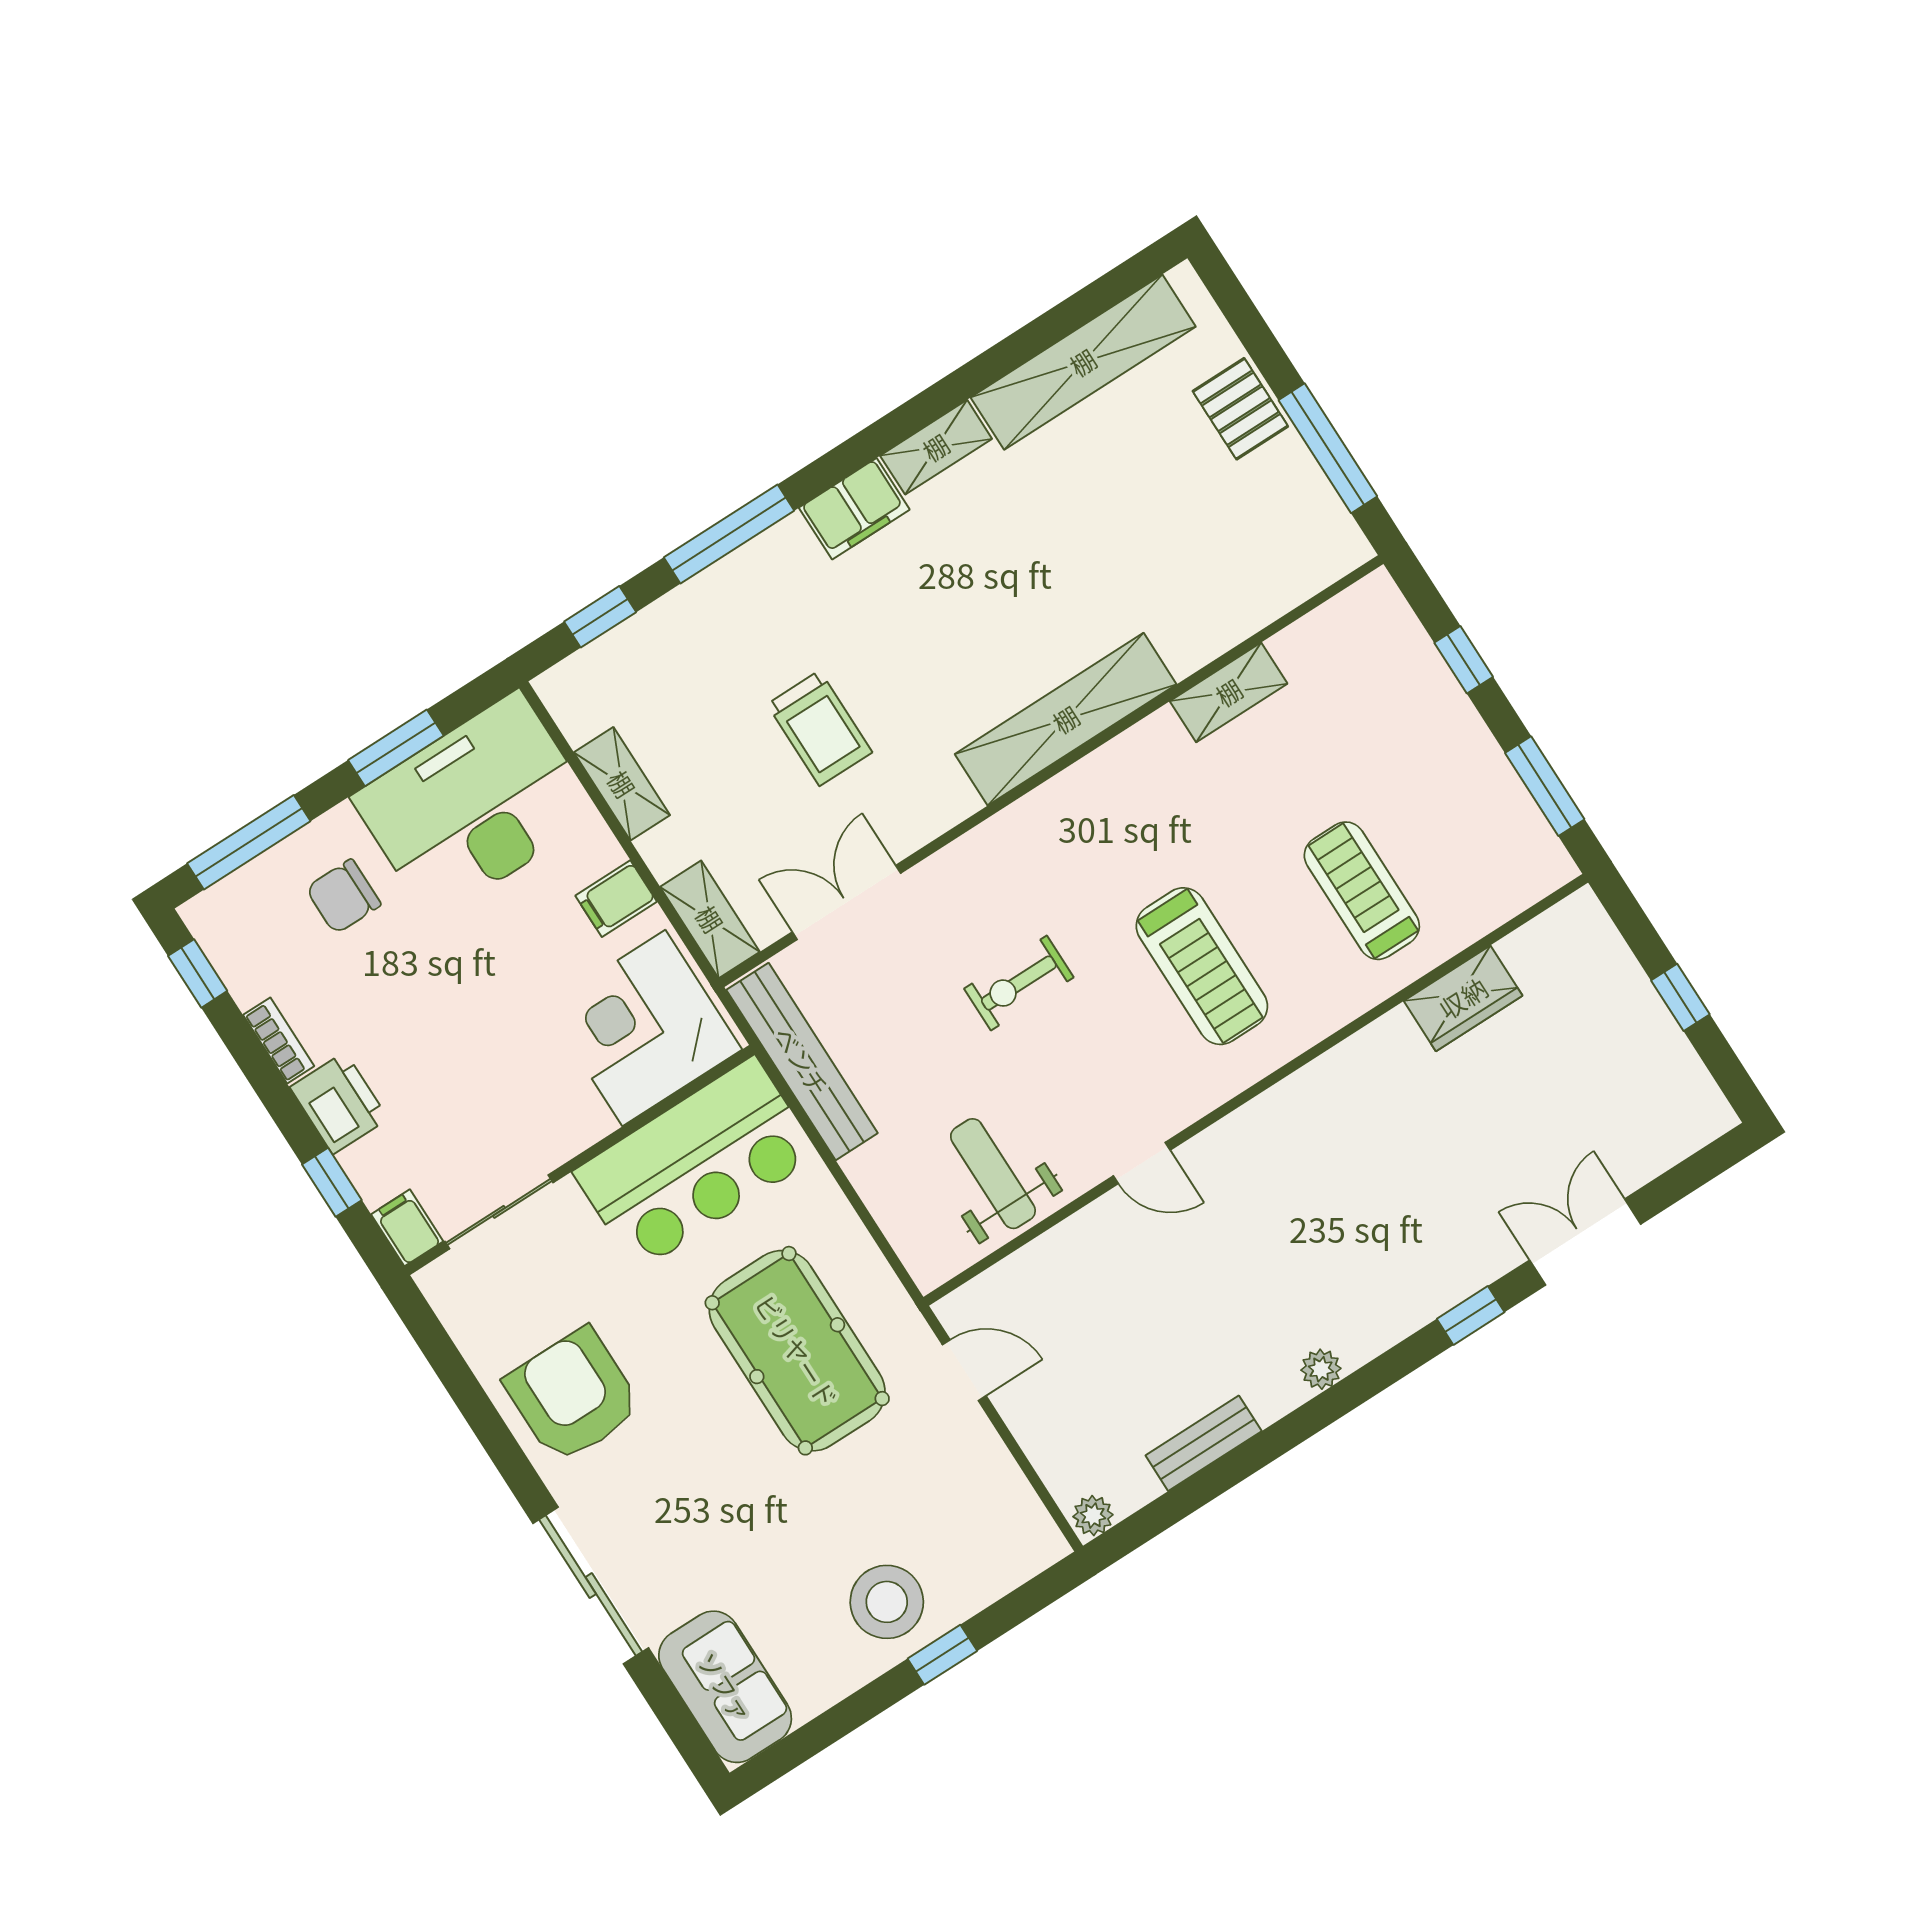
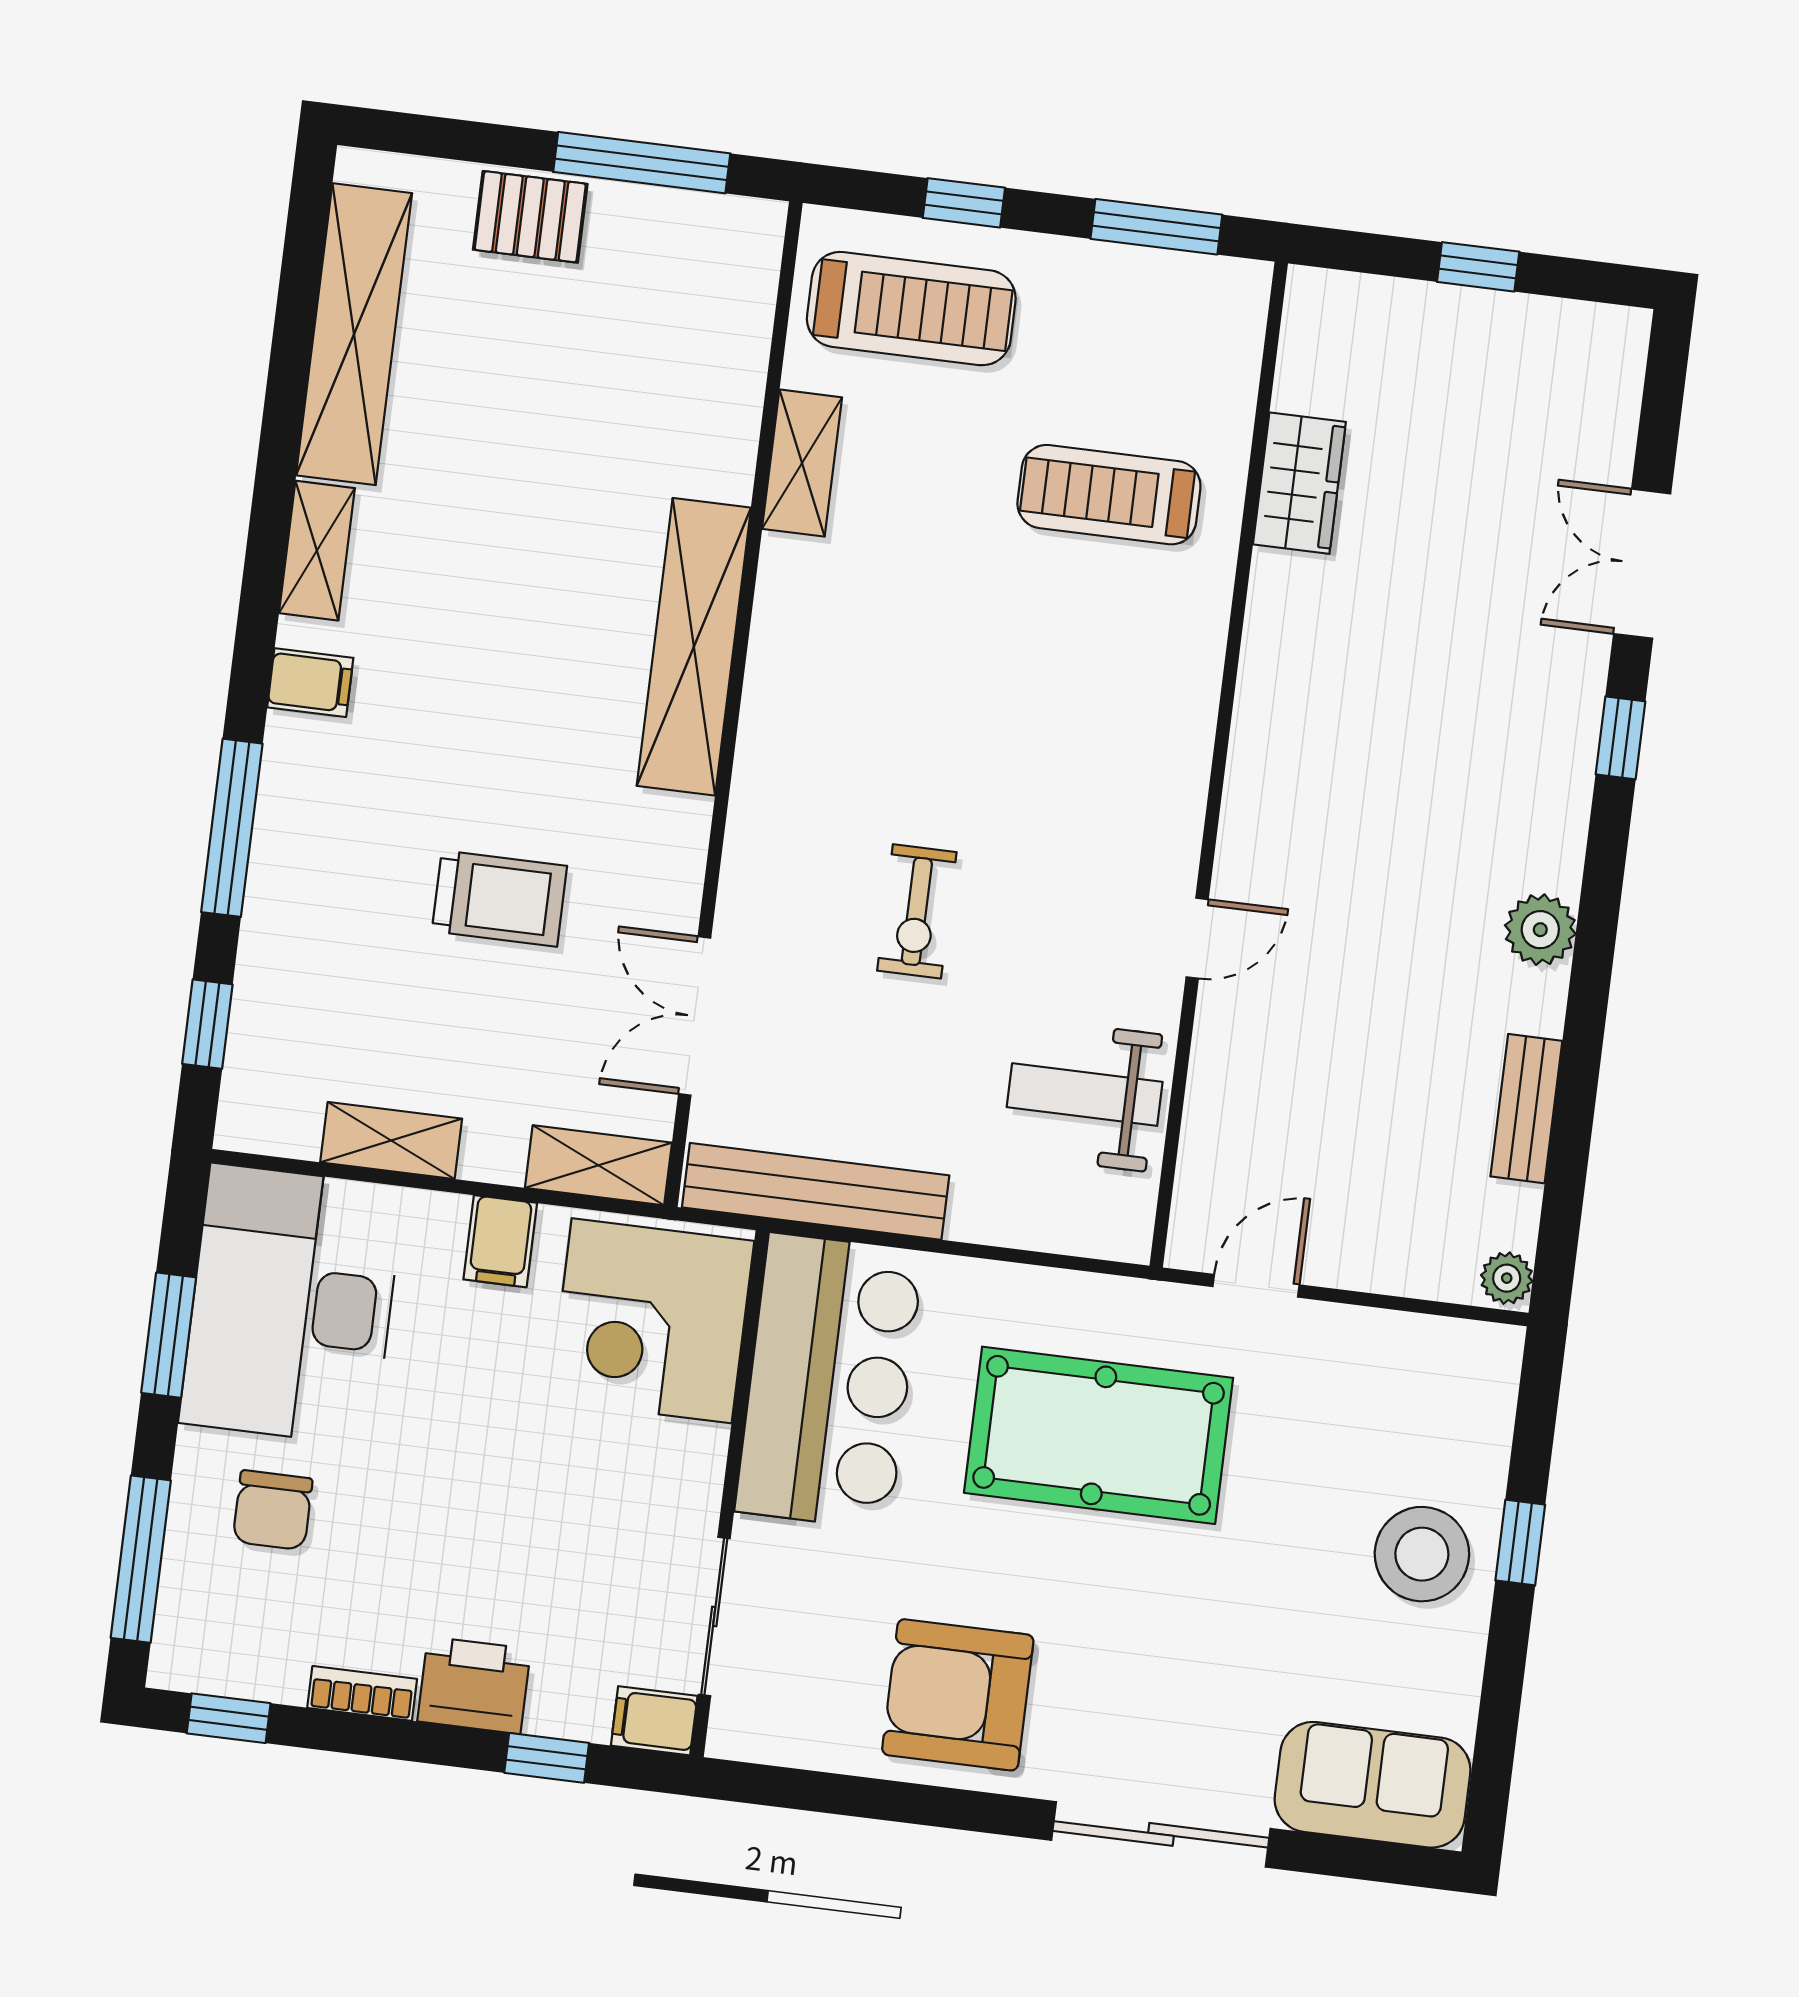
filing cabinet: (854, 509) -> (310, 683), width x0.50
treadmill: (1202, 966) -> (911, 309), moved
plant: (1321, 1369) -> (1540, 930), width x1.38, depth x1.38

